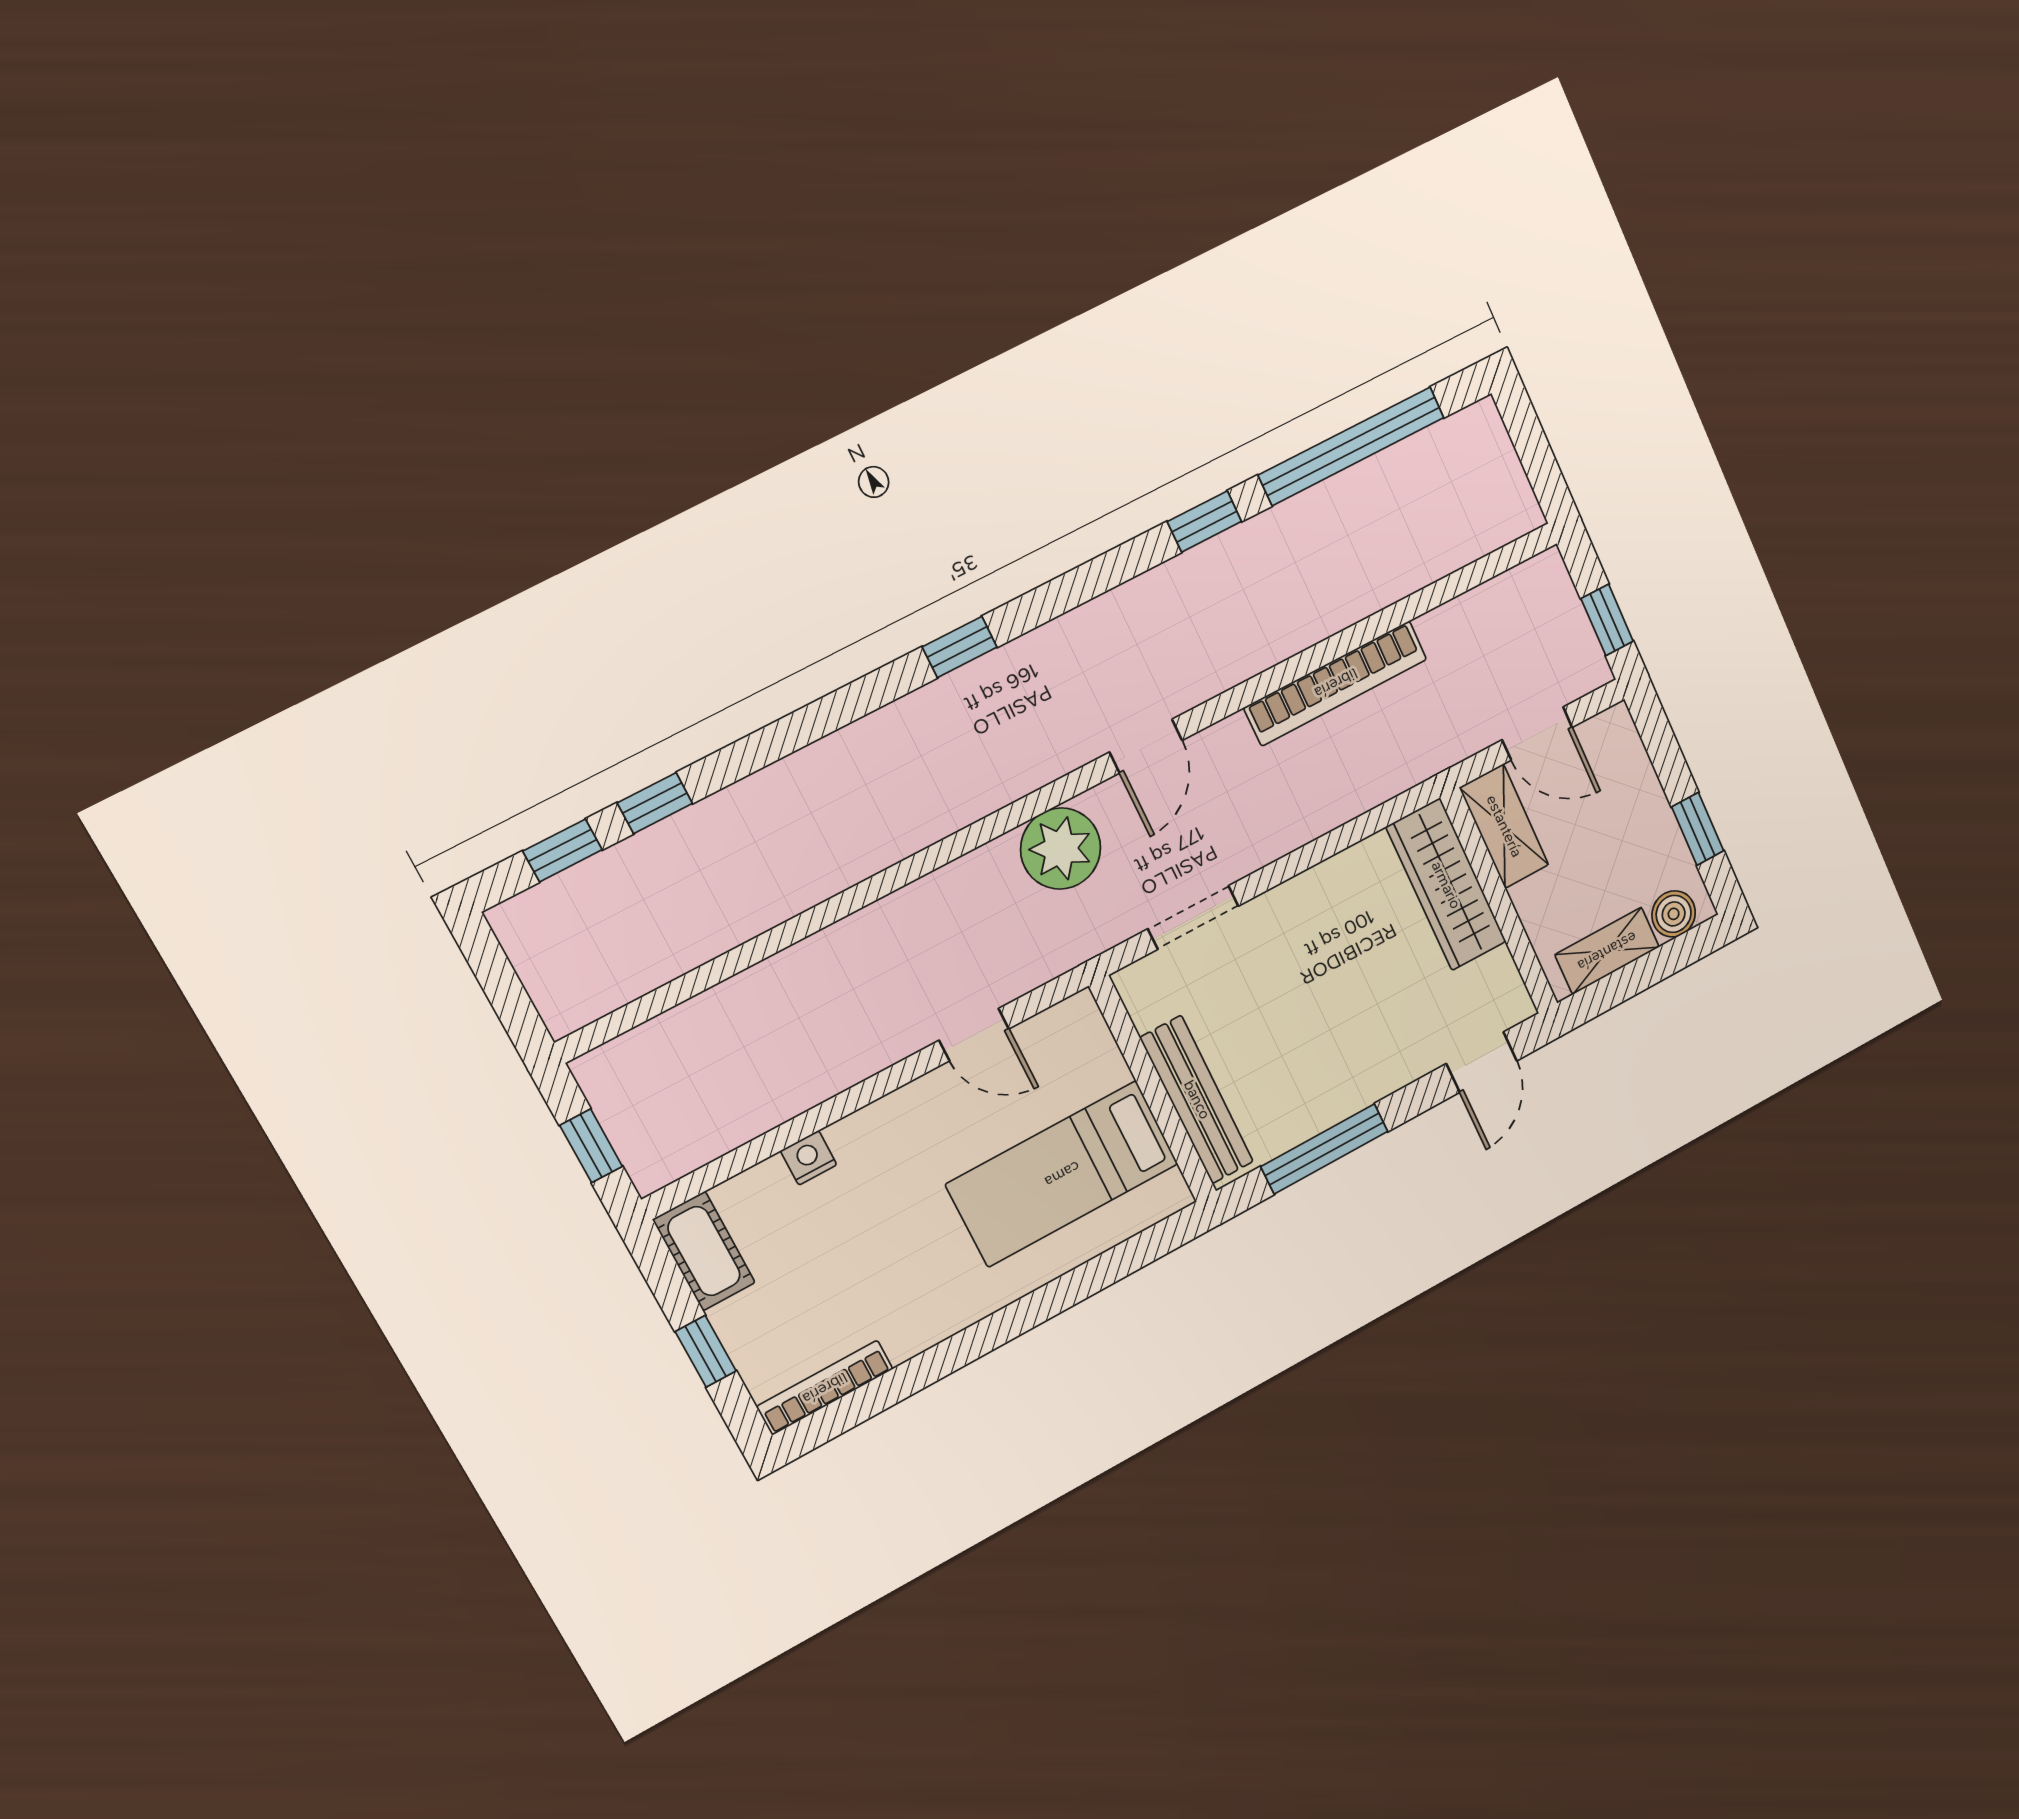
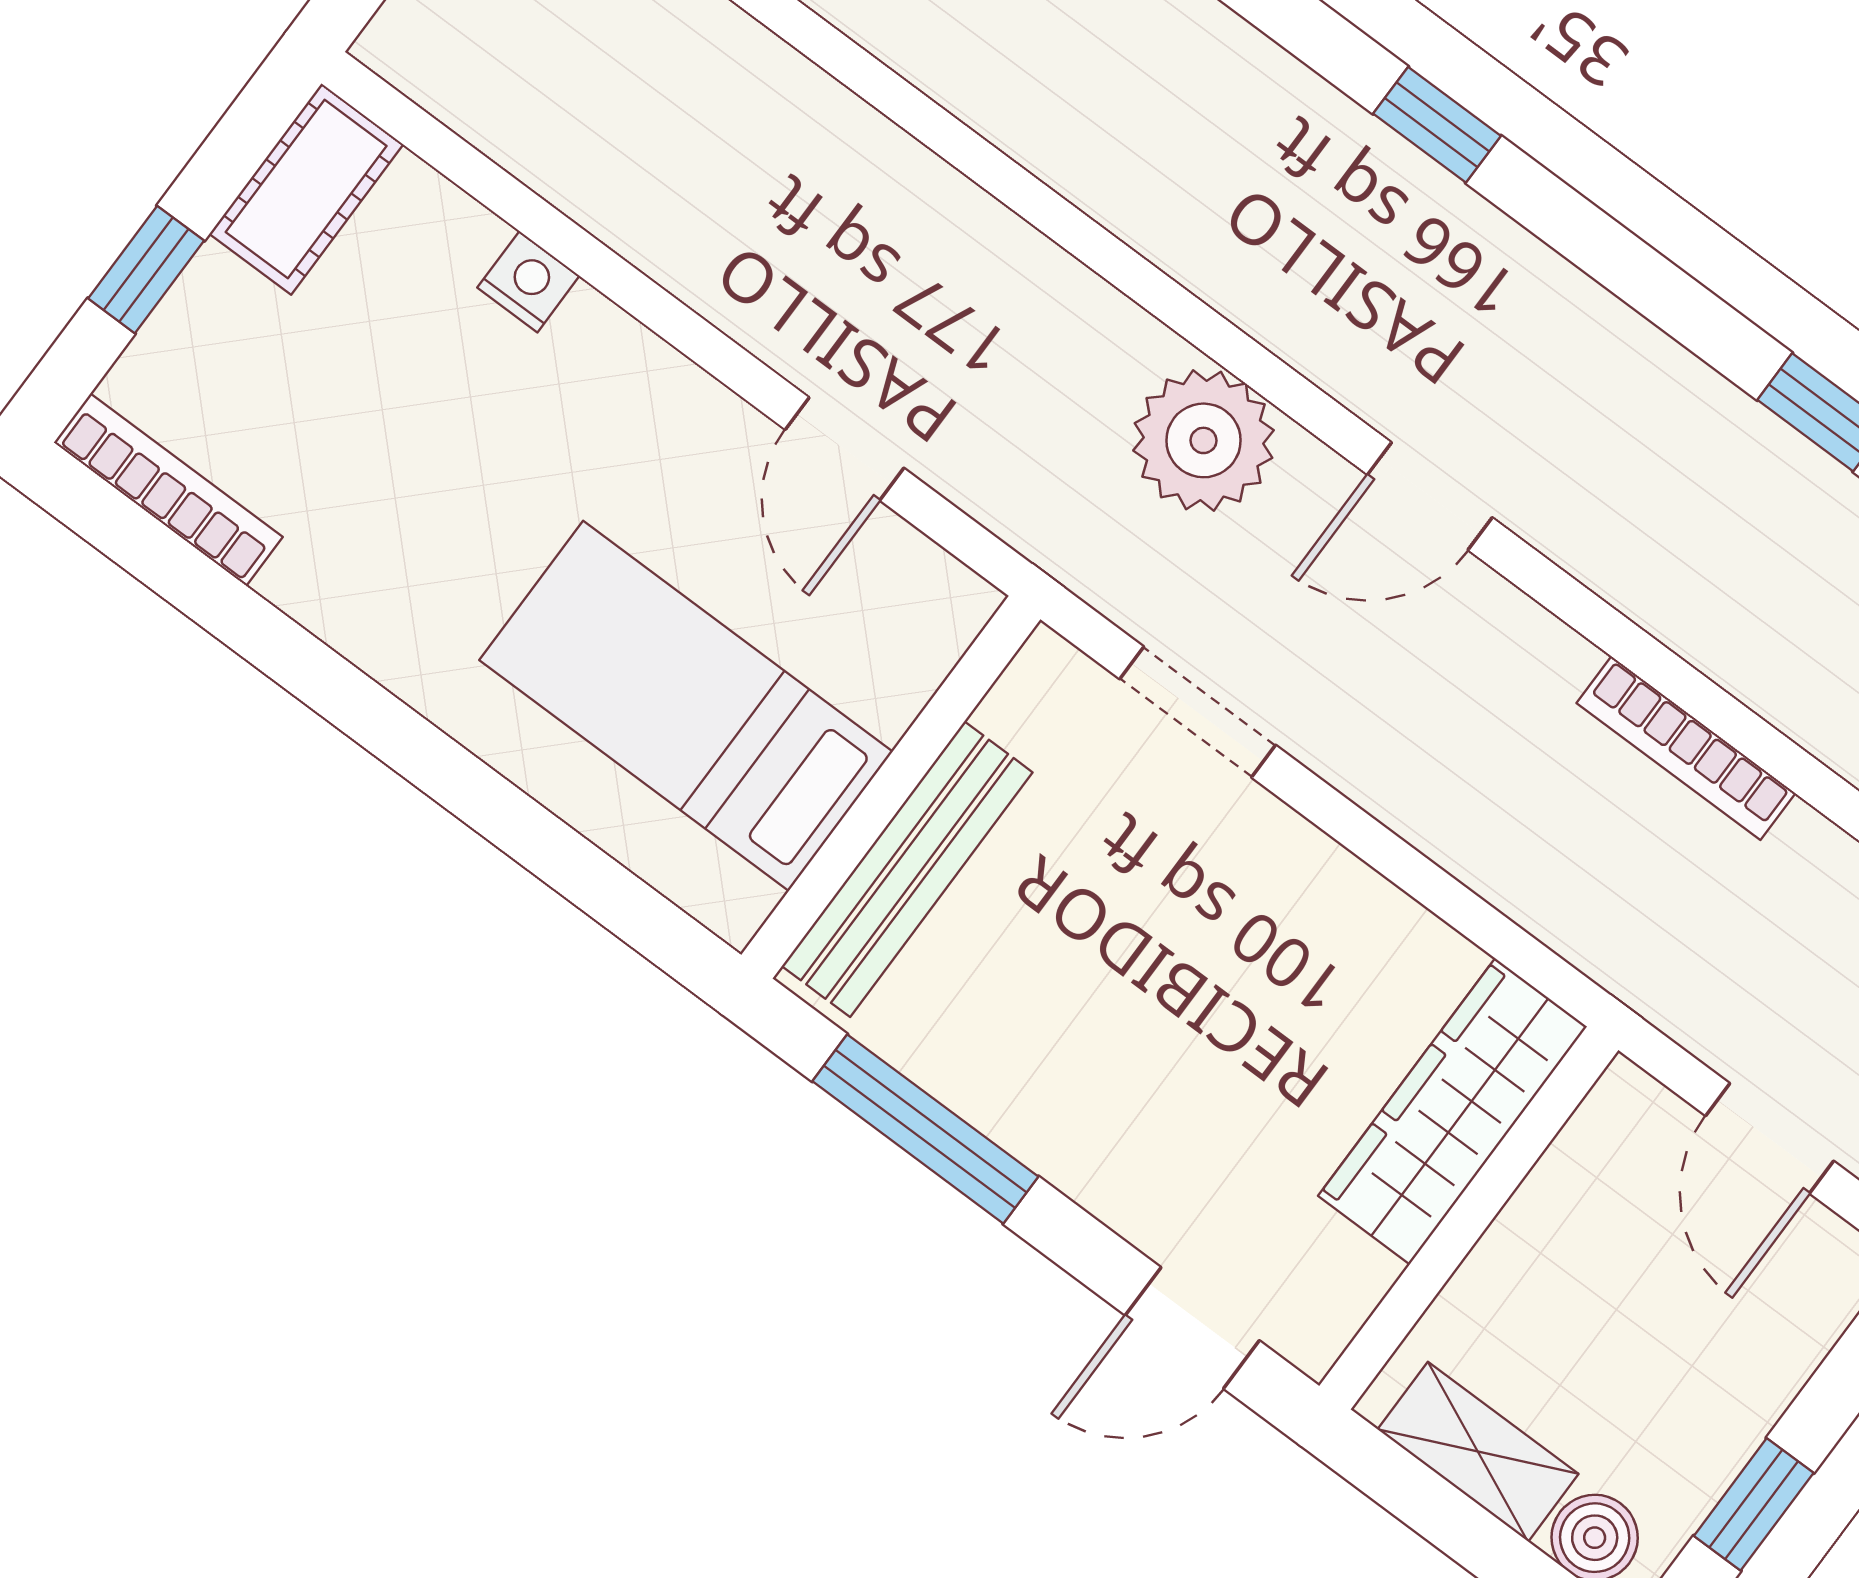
bookcase: (1336, 683) -> (1686, 748), width x0.68, depth x0.76
shelving: (1504, 826) -> (1594, 1161), removed

